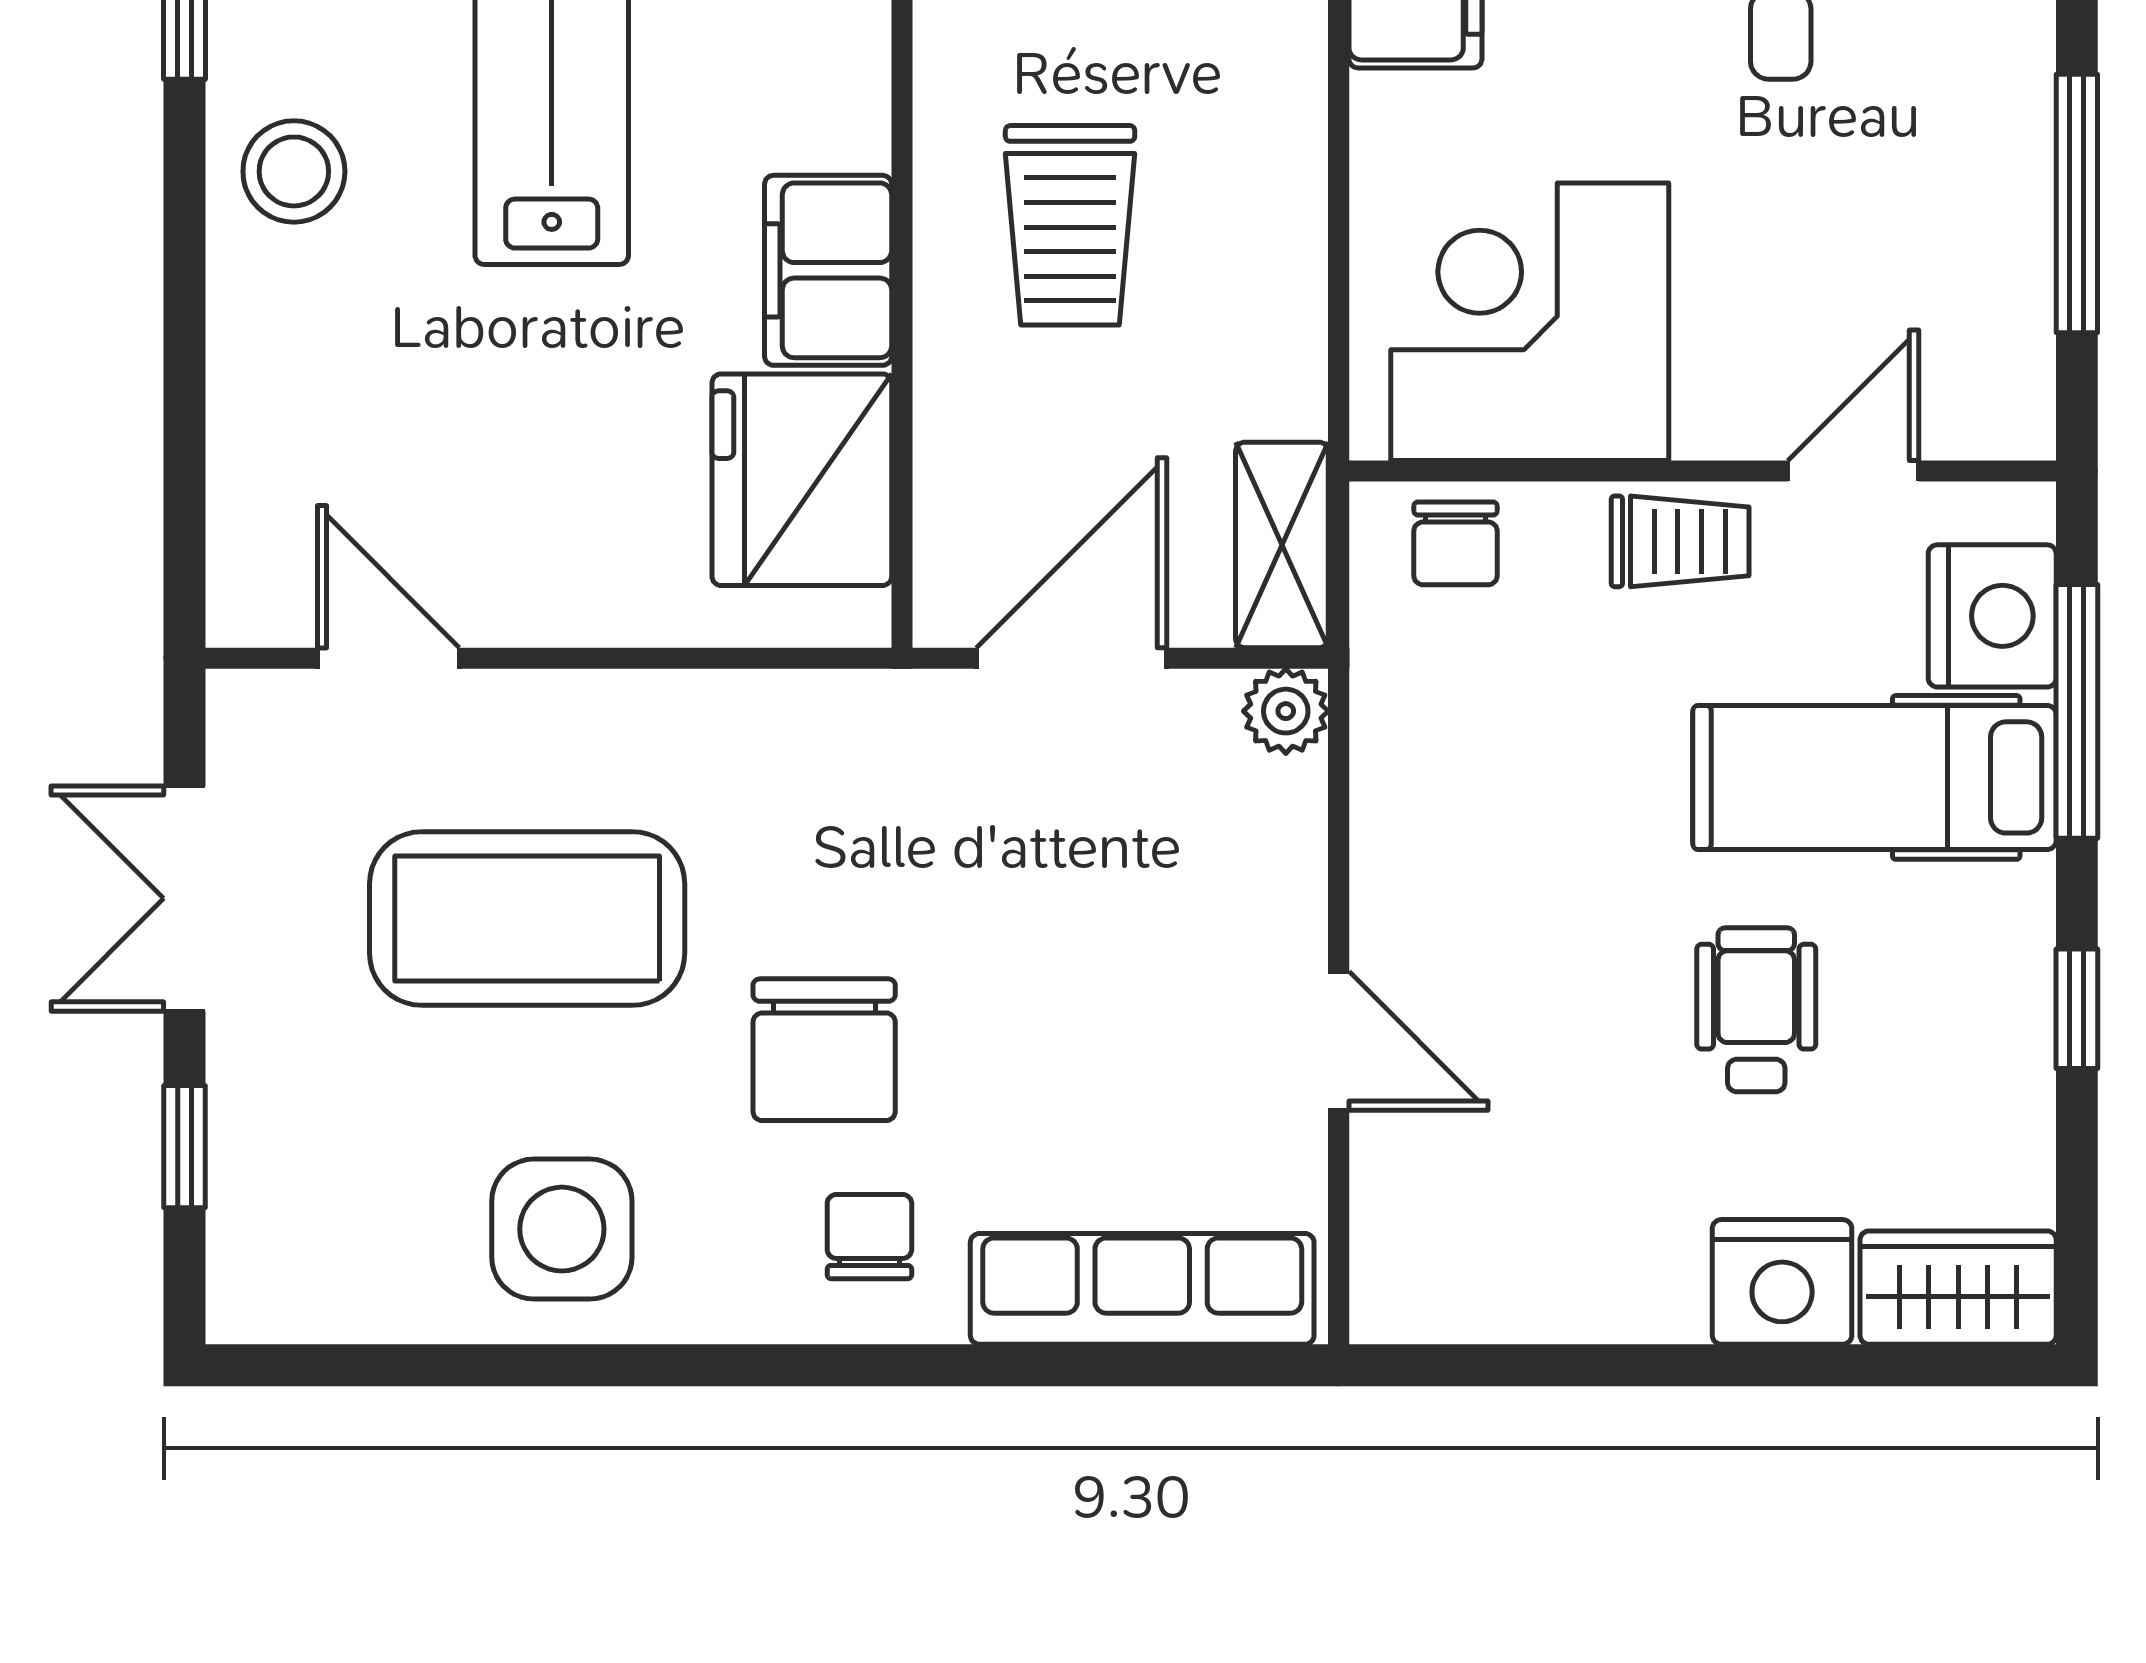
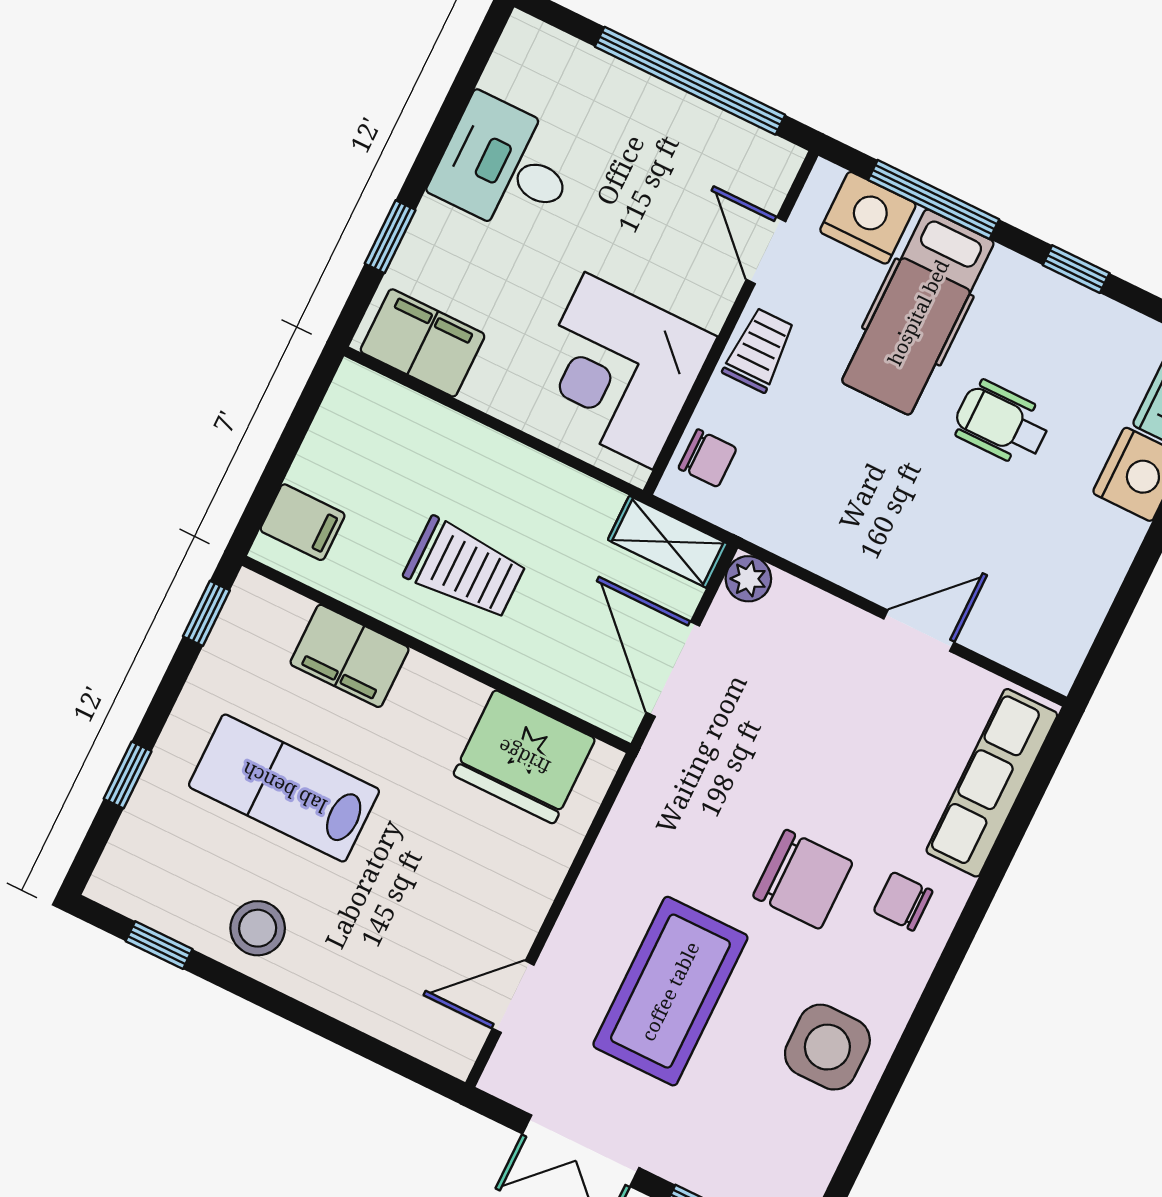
window: (2077, 204) -> (690, 81), width x1.46
filing cabinet: (828, 270) -> (350, 656), moved

